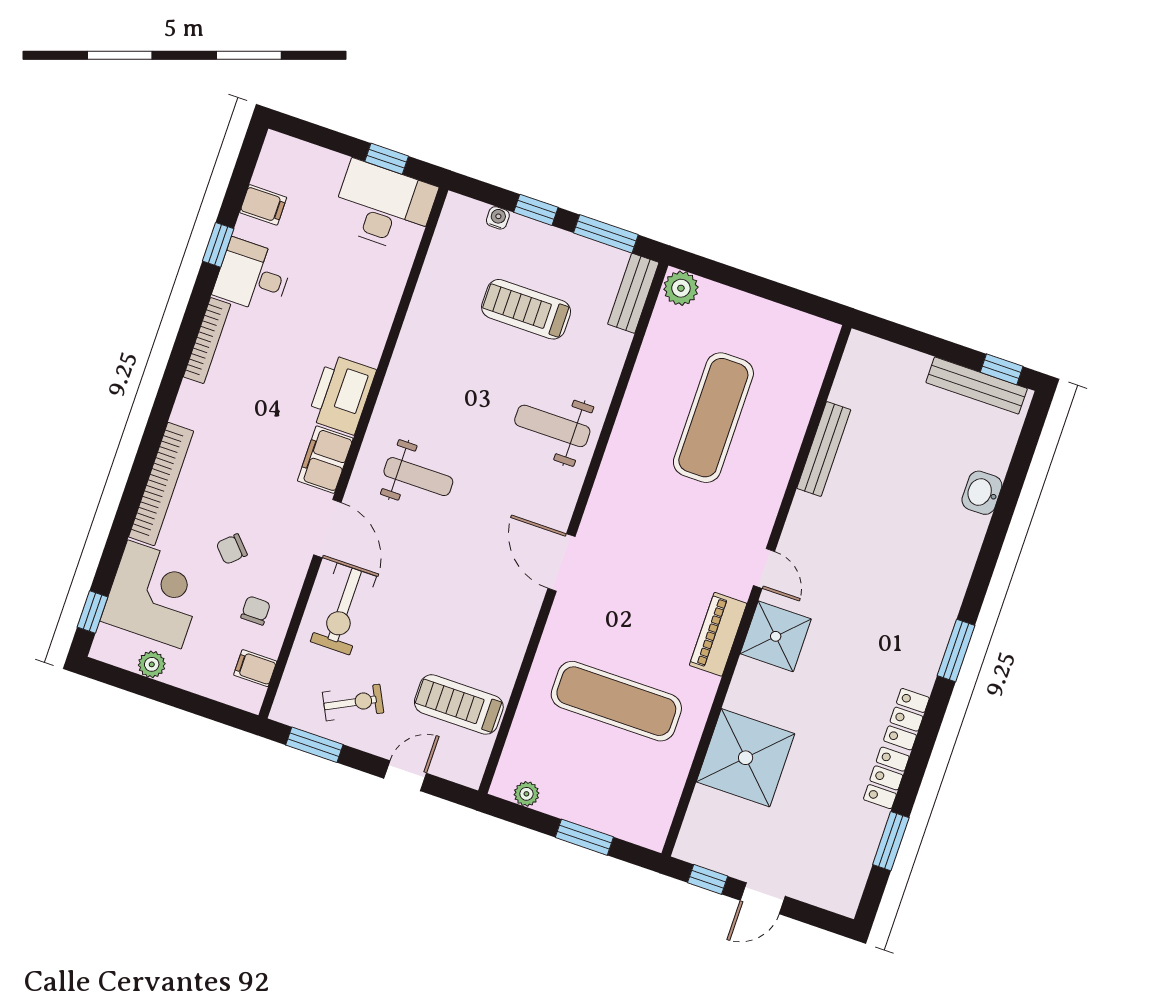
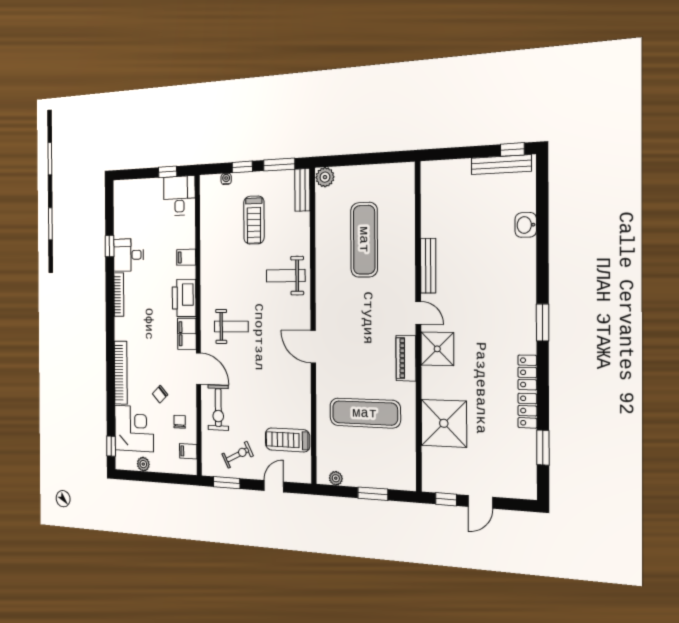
filing cabinet: (263, 205) -> (186, 257), moved, turned 180
desk: (384, 206) -> (179, 196), width x0.73
treadmill: (526, 309) -> (254, 220), turned -90
bench: (824, 449) -> (428, 266), moved

